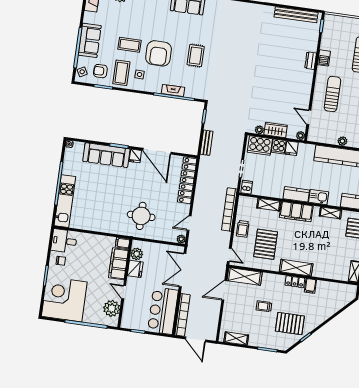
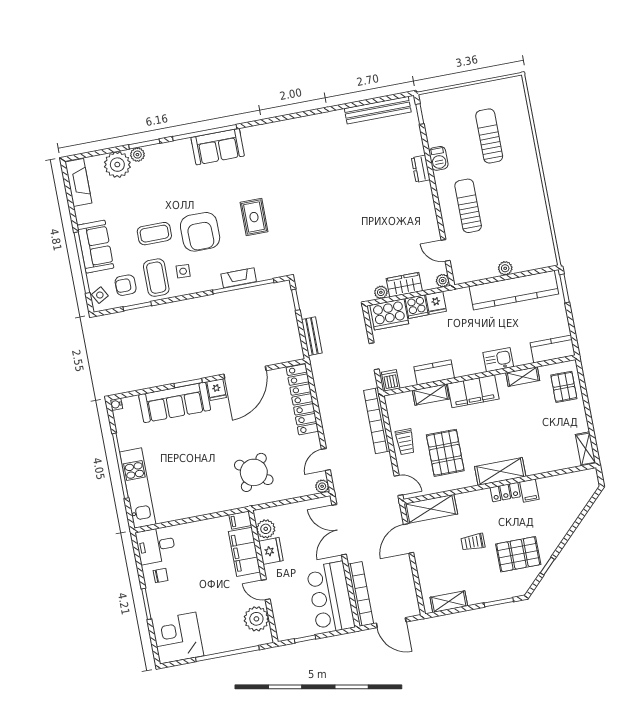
door: (157, 151) -> (245, 372), hinge flipped
kitchen counter: (296, 194) -> (434, 372), moved
round table: (141, 216) -> (254, 472), turned 38
corner desk: (64, 299) -> (178, 638), width x0.74, depth x0.74

